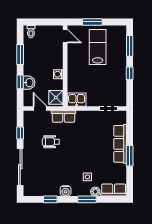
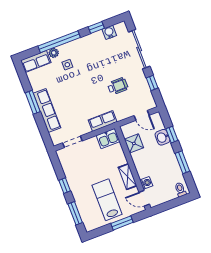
lab bench: (98, 47) -> (107, 200), turned 180
shelving: (72, 60) -> (128, 177), added
washing machine: (58, 74) -> (146, 183), moved
shower: (56, 97) -> (134, 143), moved
row of seats: (64, 117) -> (103, 121), moved
water cooler: (66, 191) -> (109, 32), moved
window: (87, 199) -> (59, 42), width x2.11

